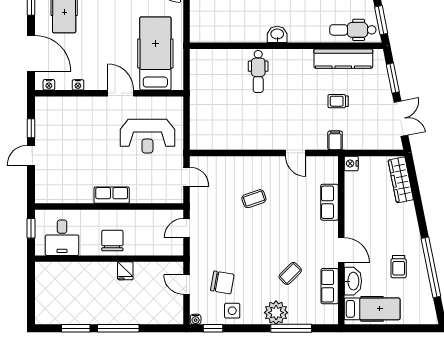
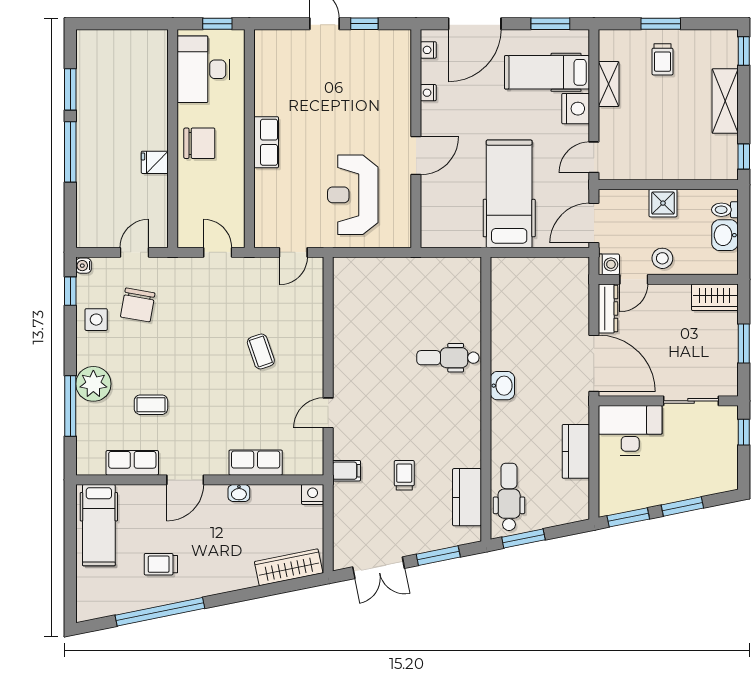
hospital bed: (155, 53) -> (509, 194), moved, turned -90
kitchen counter: (343, 59) -> (467, 497), width x0.67
desk: (62, 238) -> (204, 69), width x1.37
coffee table: (290, 273) -> (151, 405), turned -45
washbasin: (353, 281) -> (239, 493), moved, width x0.52, depth x0.69

